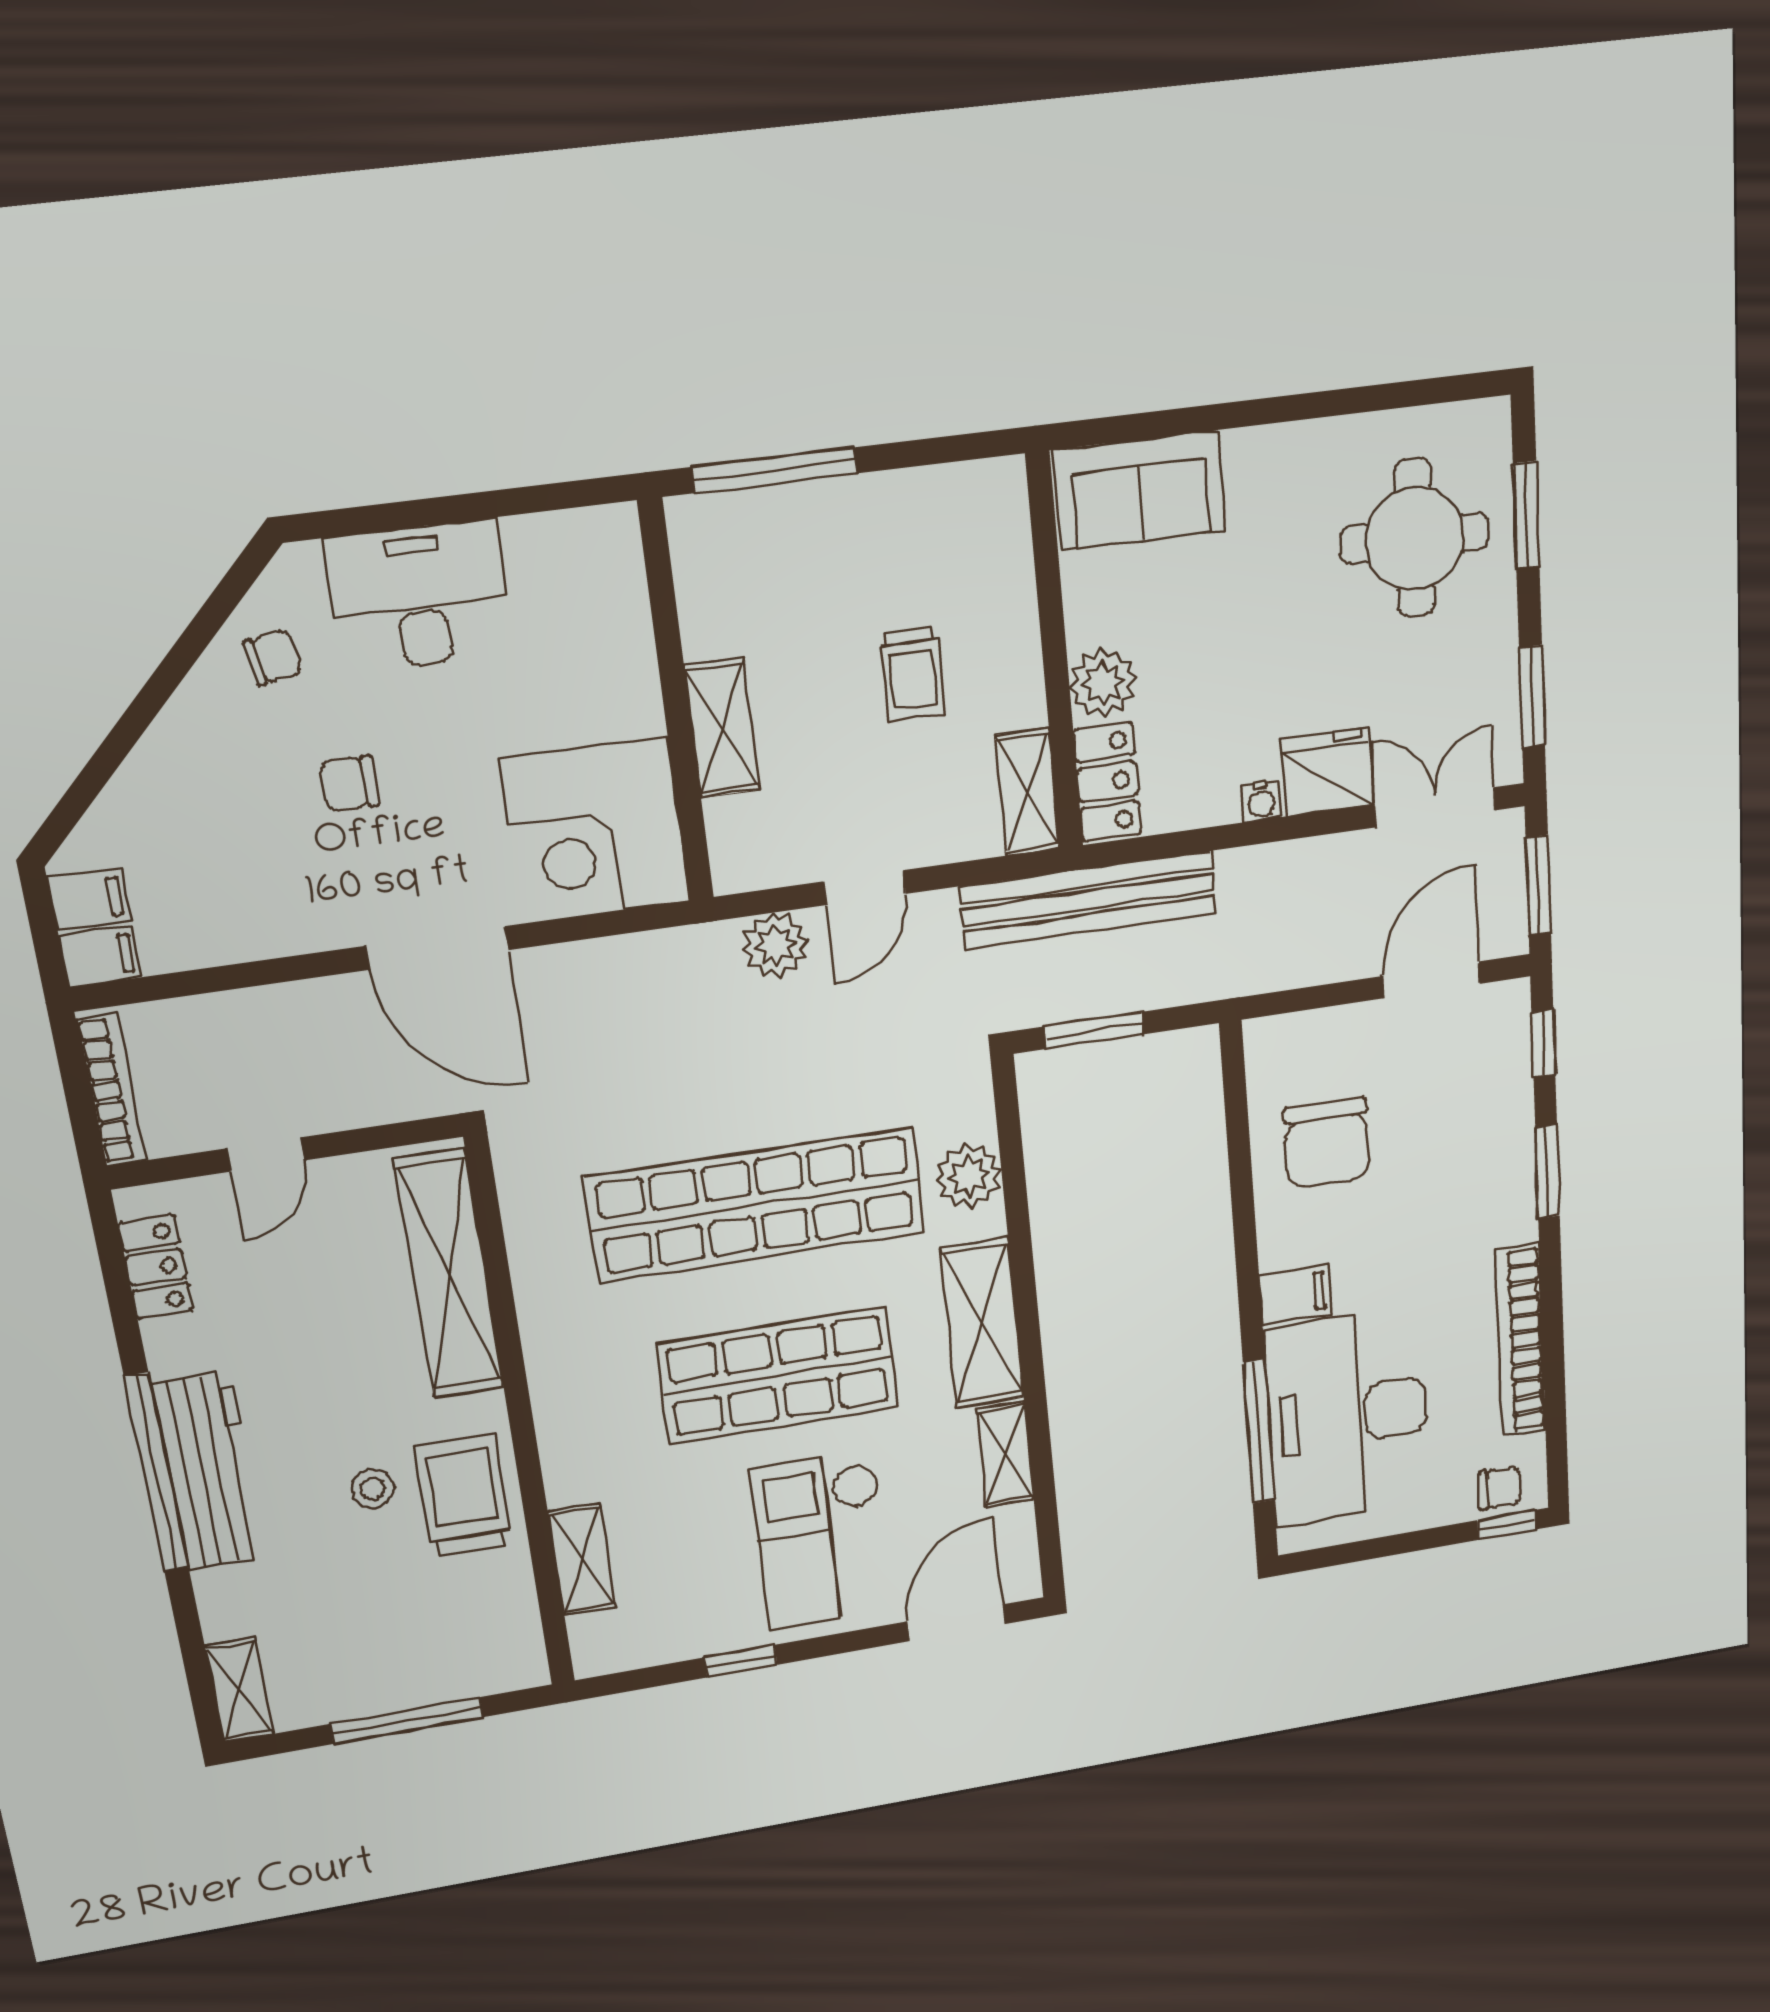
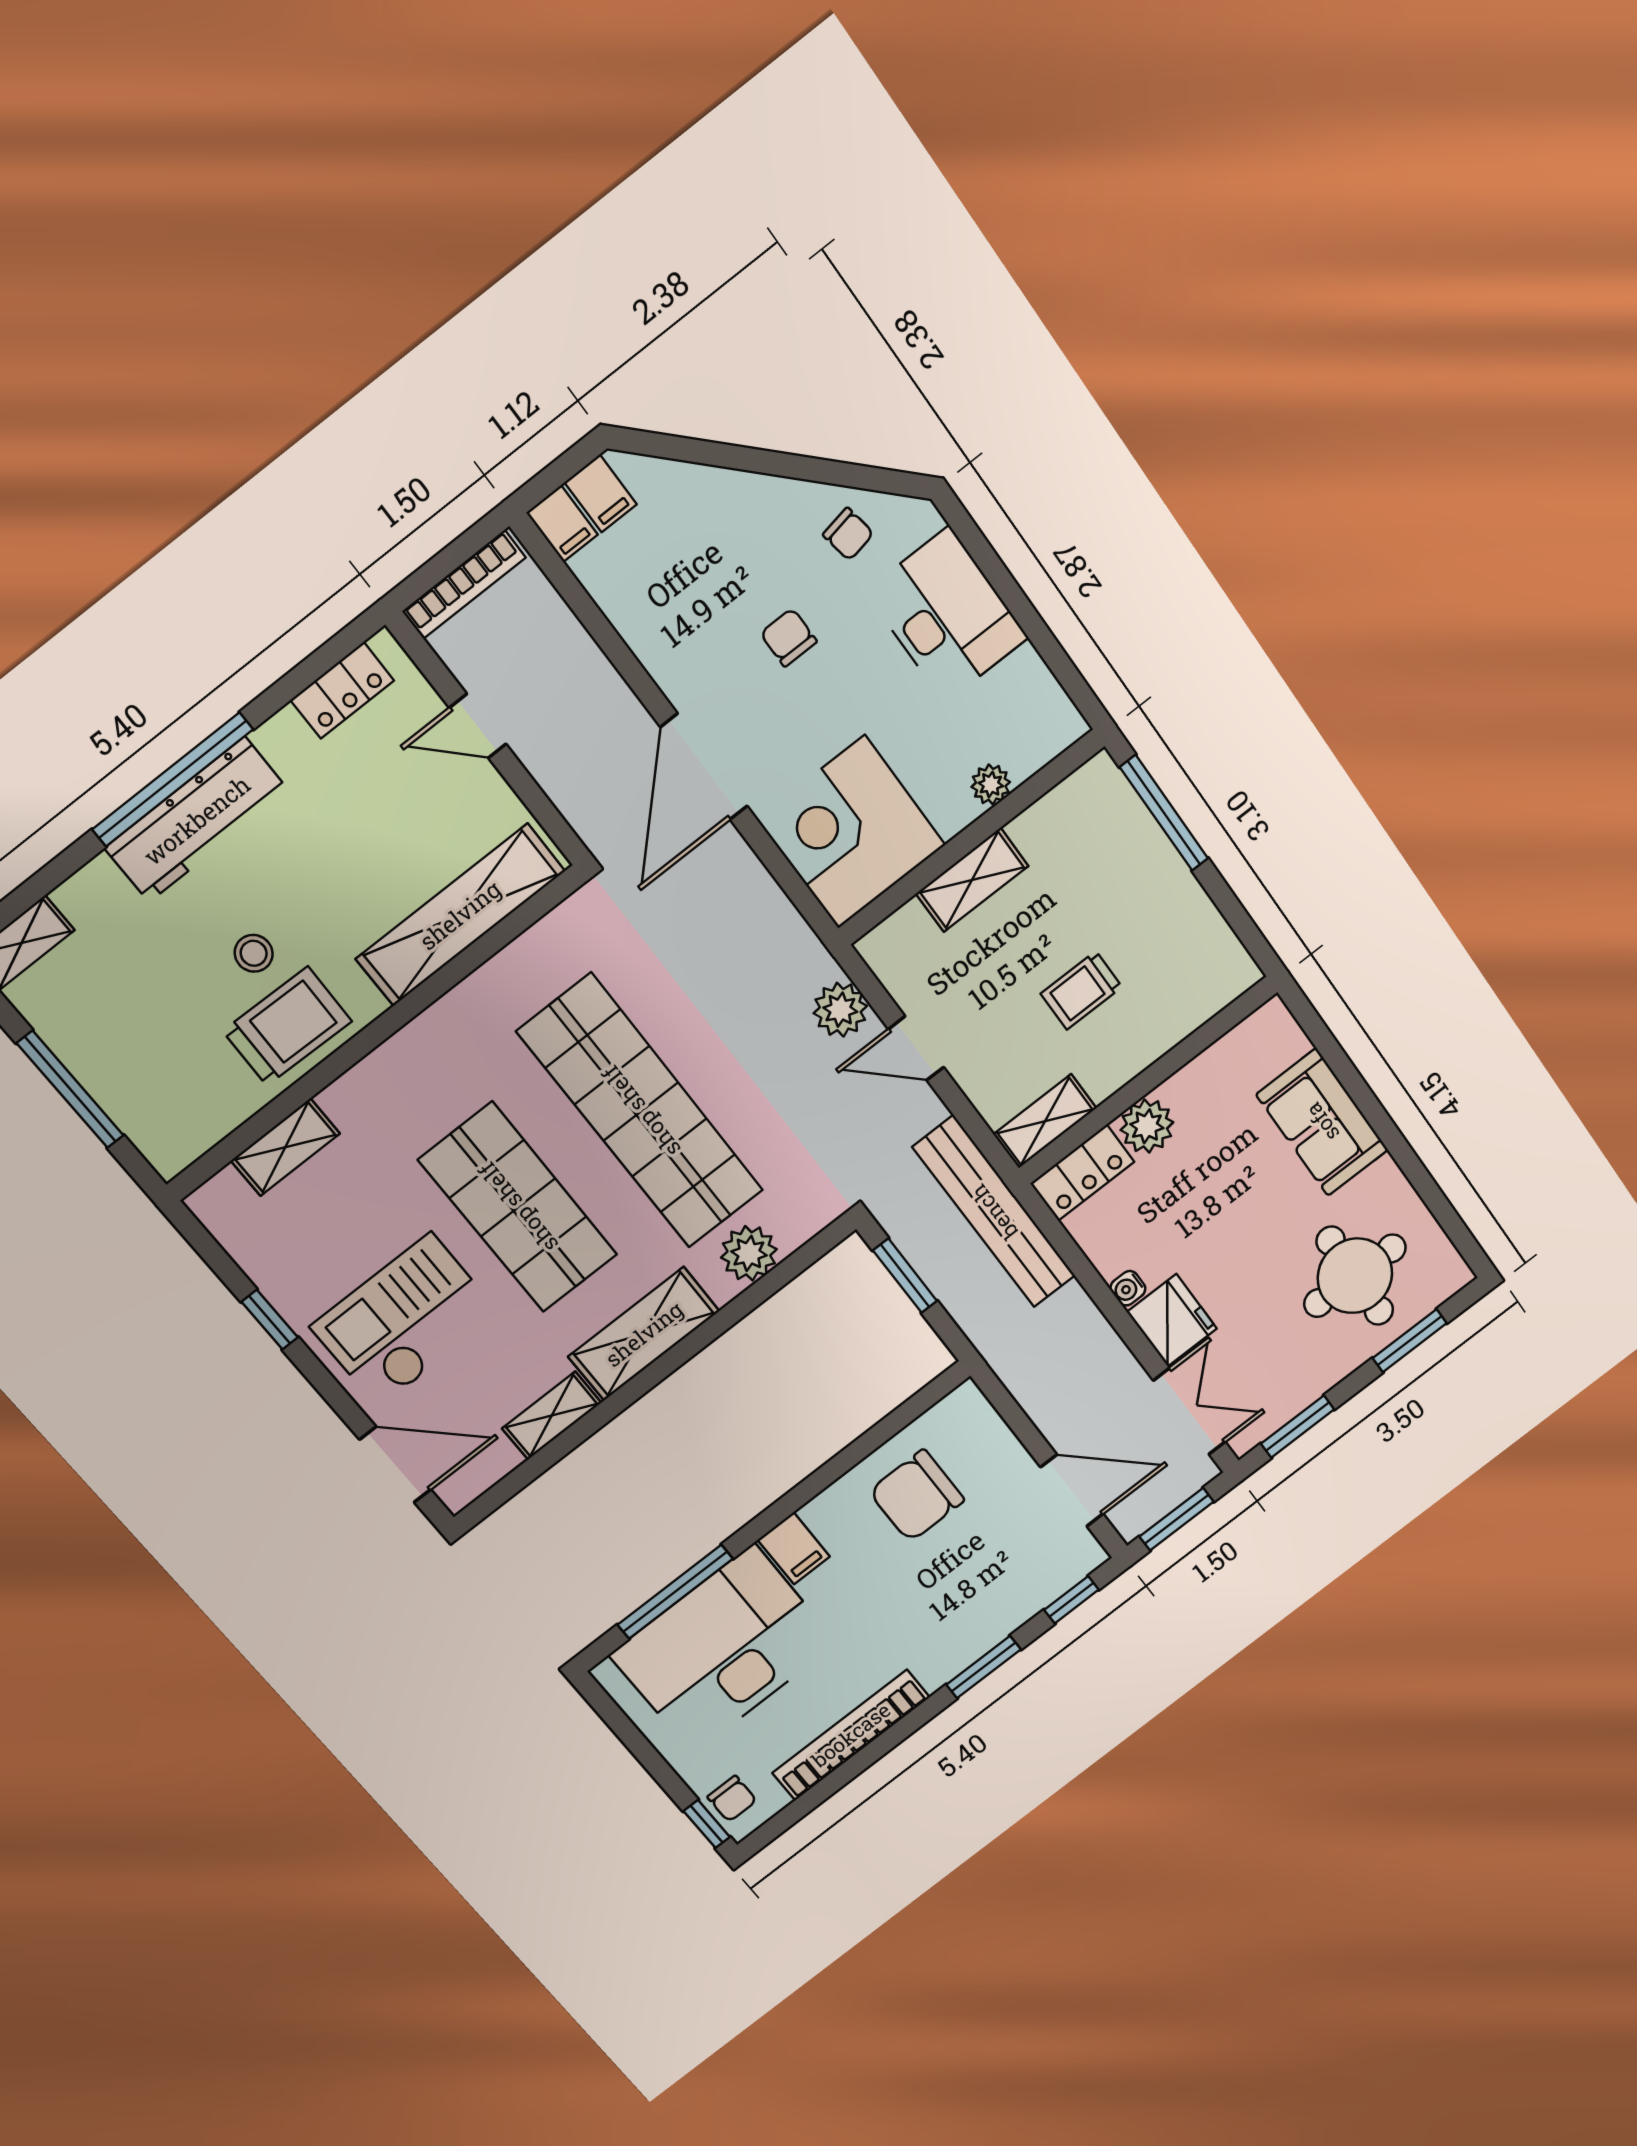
sofa: (1140, 490) -> (1322, 1122), moved
plant: (631, 650) -> (991, 784), added

